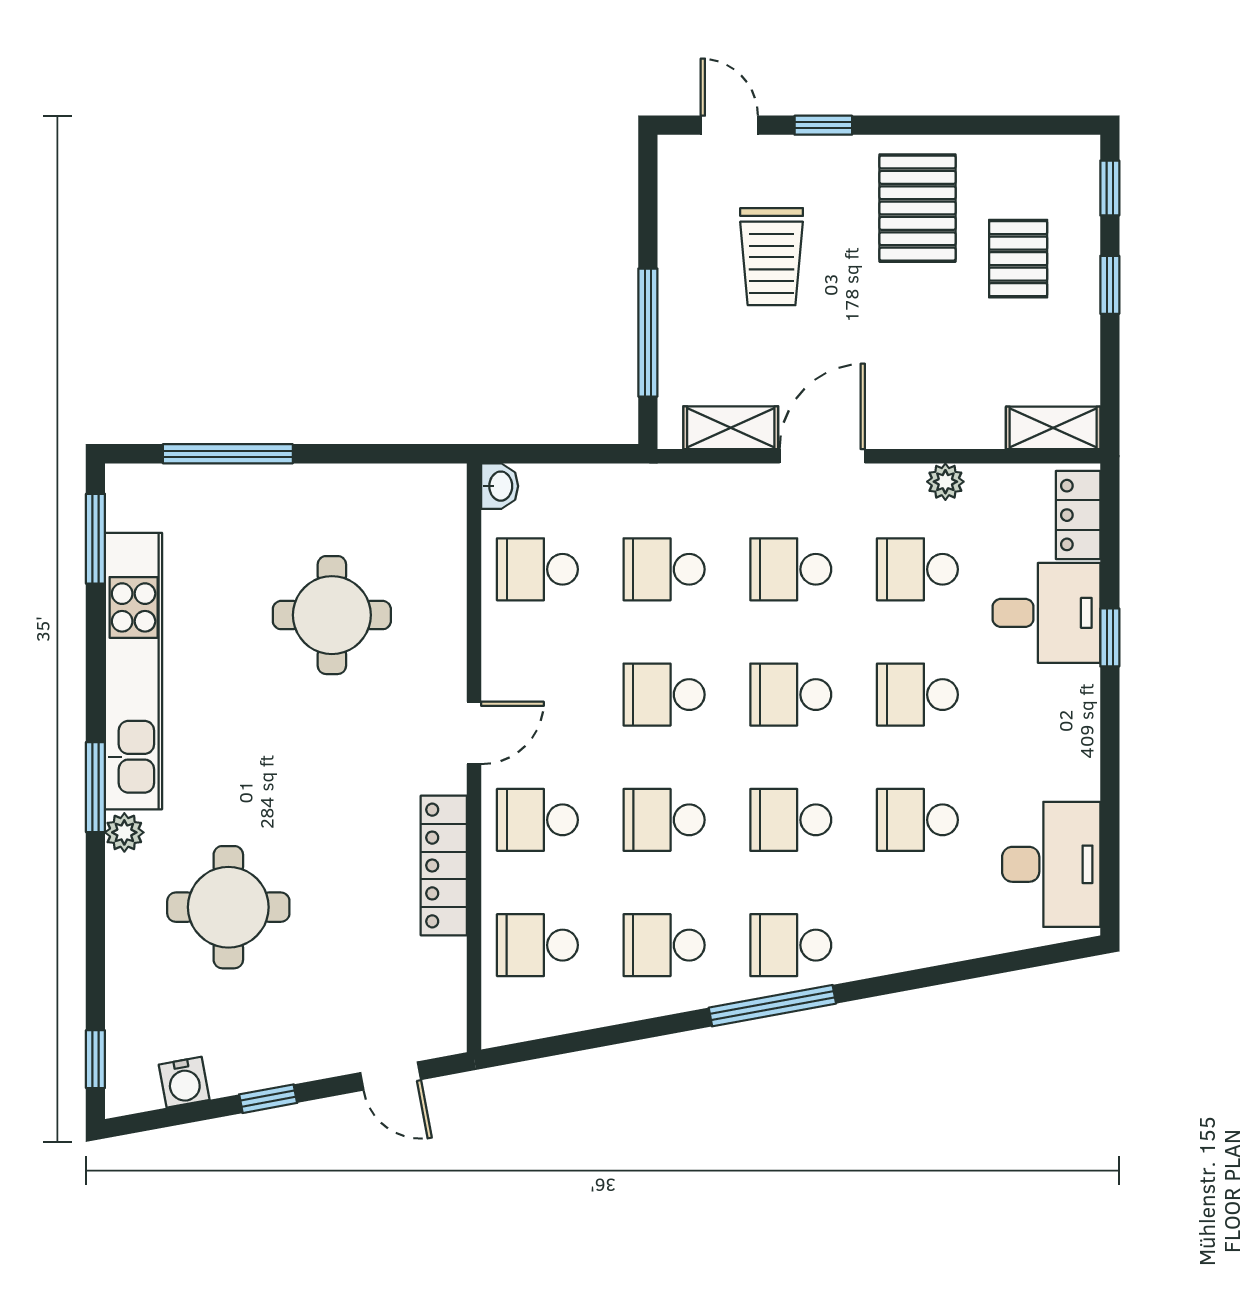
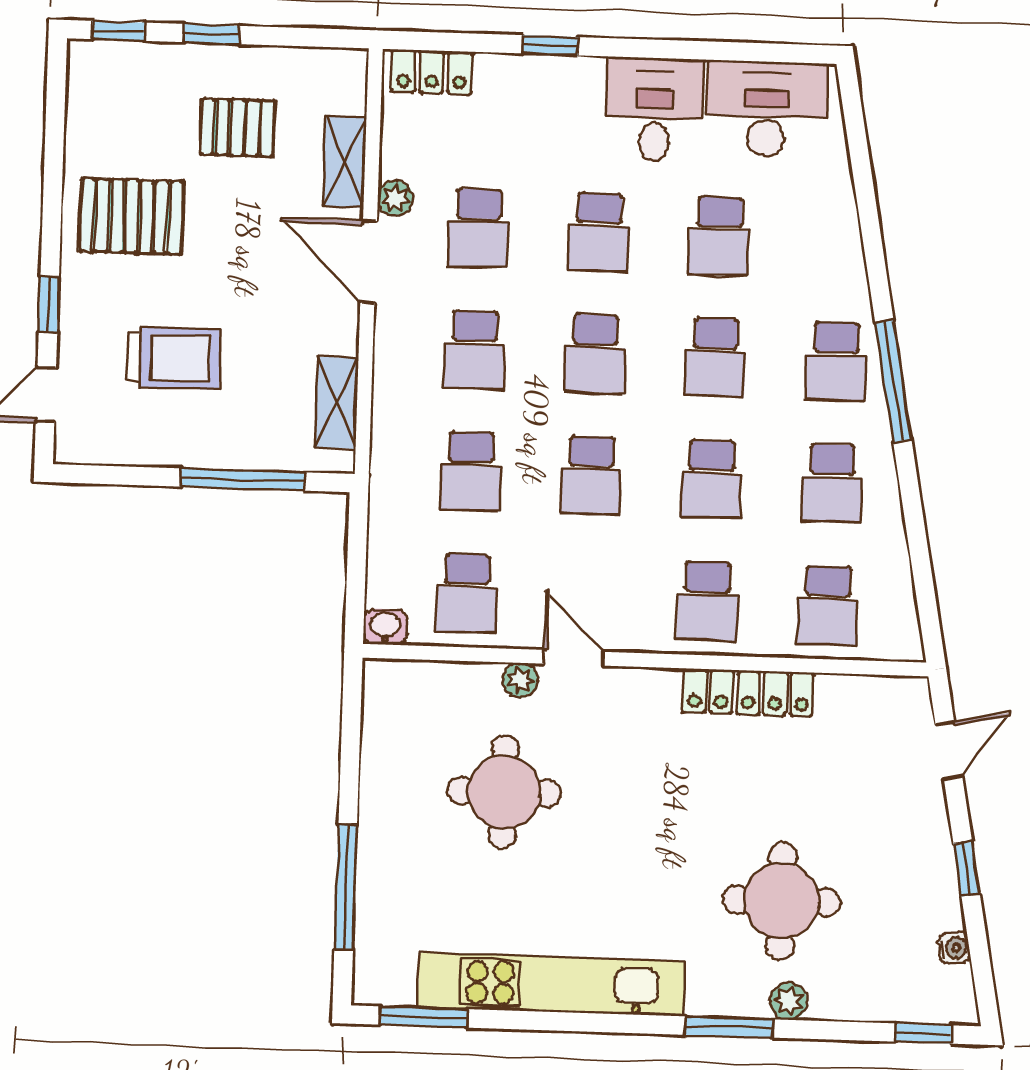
pallet: (1018, 259) -> (237, 128), moved
shelving: (1053, 428) -> (345, 162), moved
door: (822, 456) -> (369, 262), moved
desk: (1046, 613) -> (655, 110), moved
plant: (449, 628) -> (520, 680), added
door: (474, 733) -> (573, 658), moved
window: (95, 787) -> (729, 1027), moved
plant: (124, 832) -> (789, 1001), moved
water cooler: (184, 1082) -> (954, 948), width x0.72, depth x0.72

